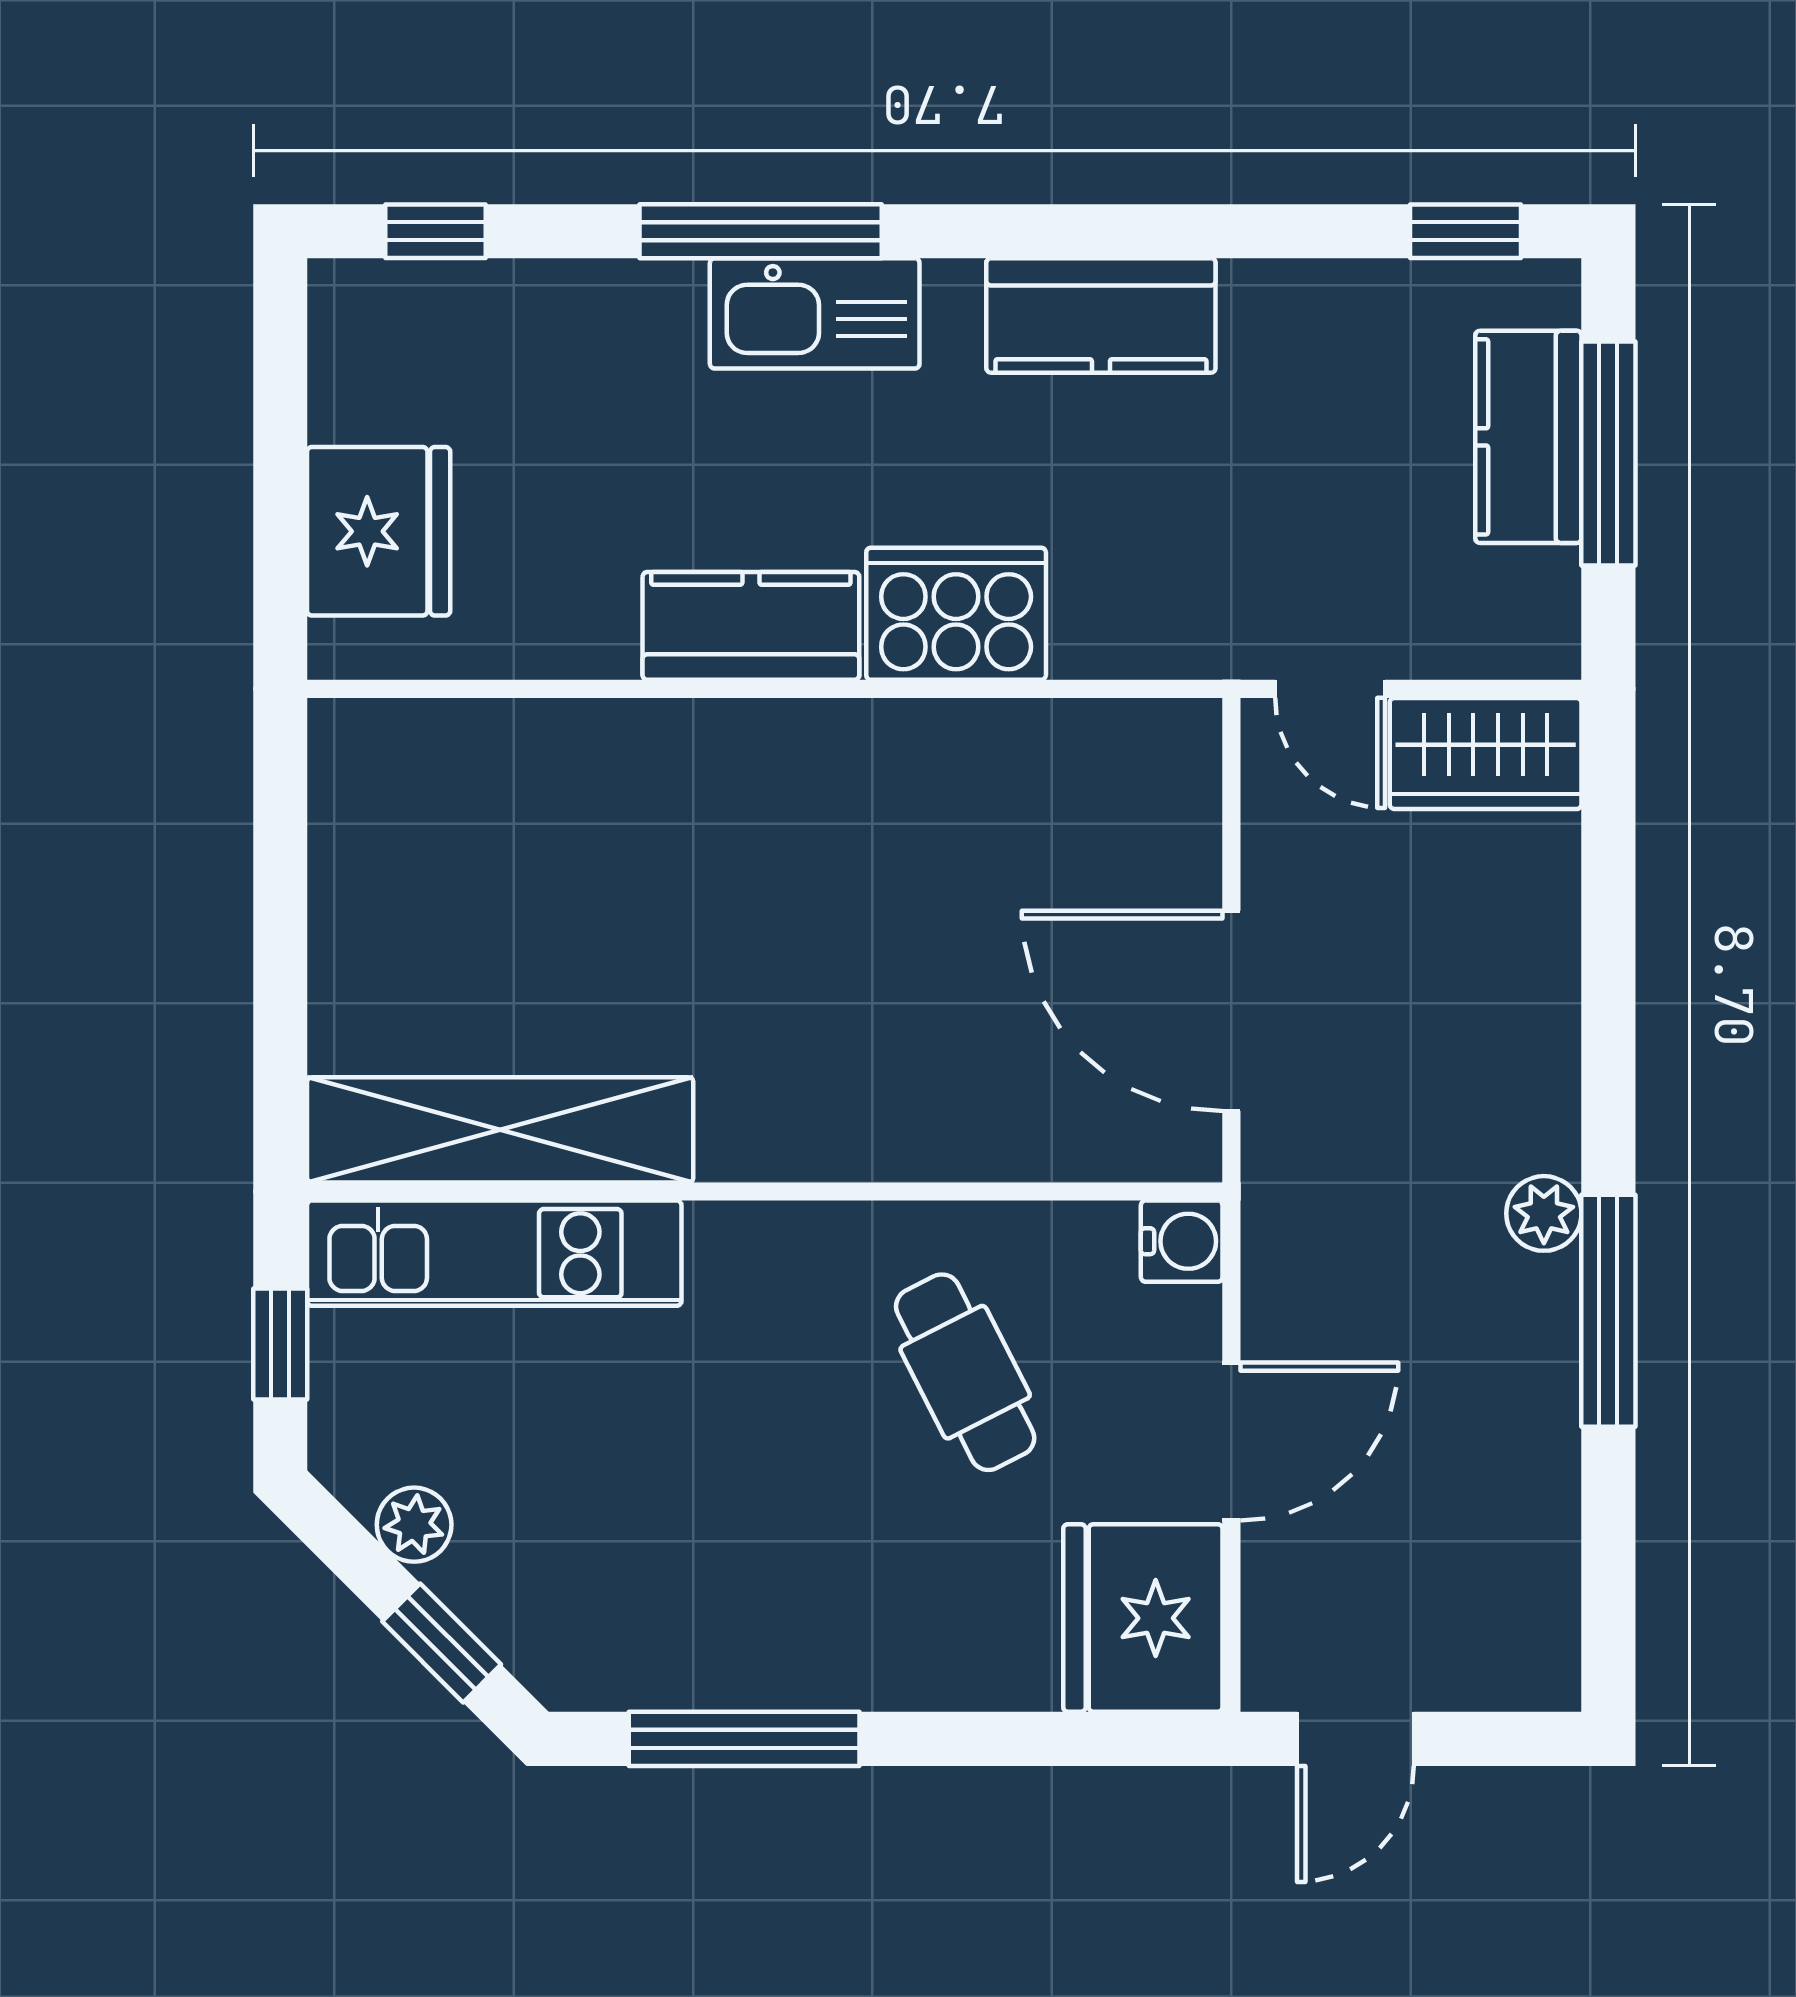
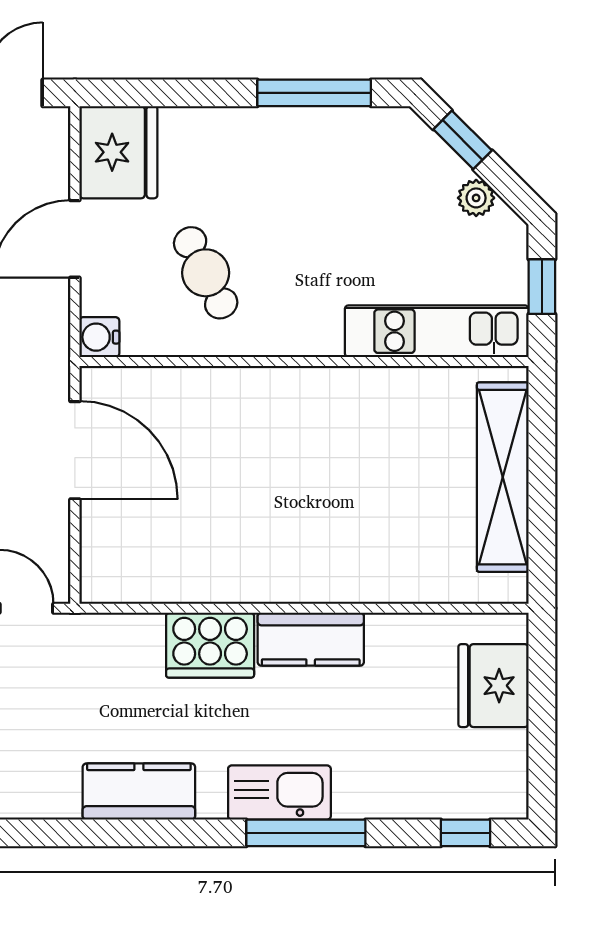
shelving: (500, 1130) -> (503, 477), moved, turned 90

